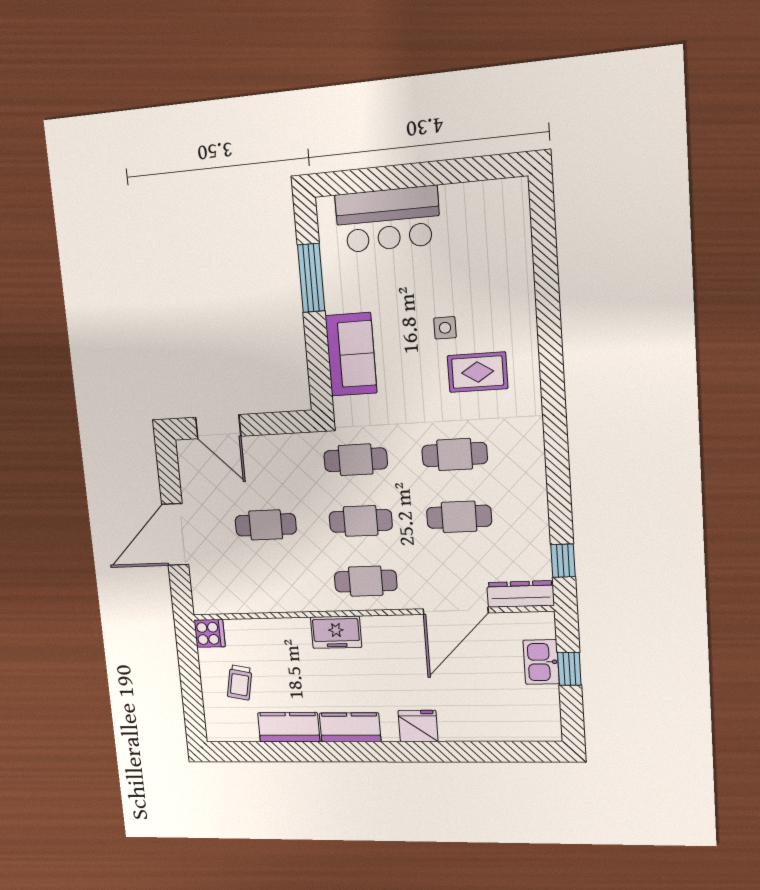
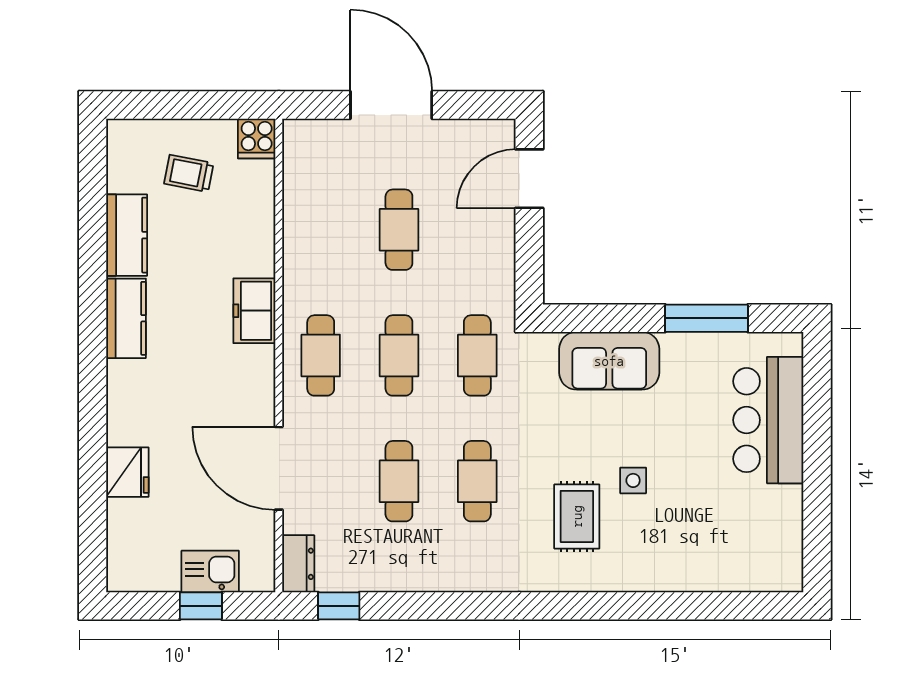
dresser: (521, 594) -> (298, 564), width x0.70
fridge: (418, 726) -> (127, 472), moved

